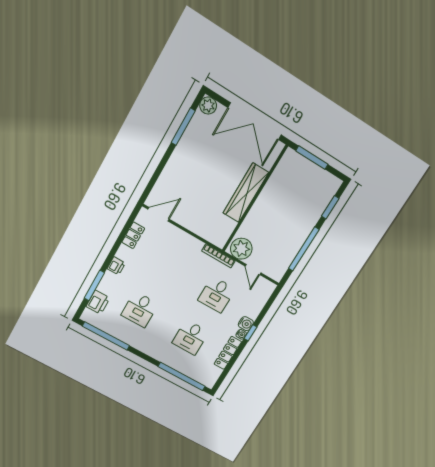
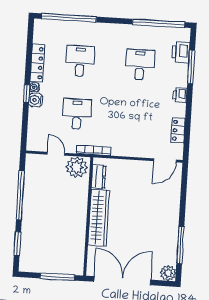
dresser: (226, 230) -> (99, 177), added

